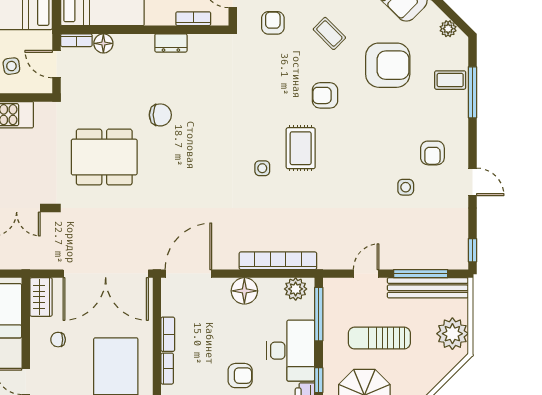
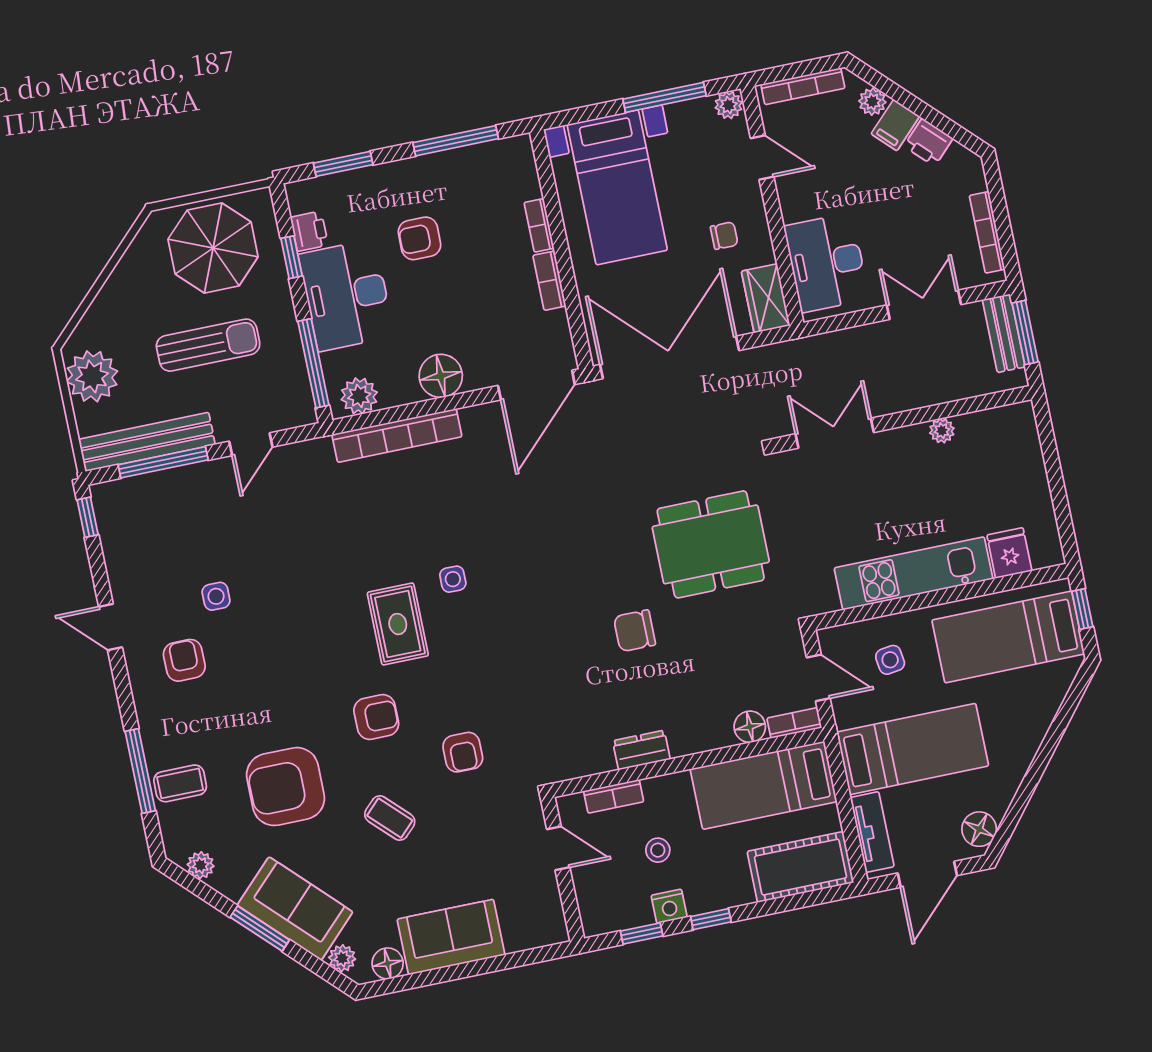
armchair: (273, 23) -> (463, 752), moved

